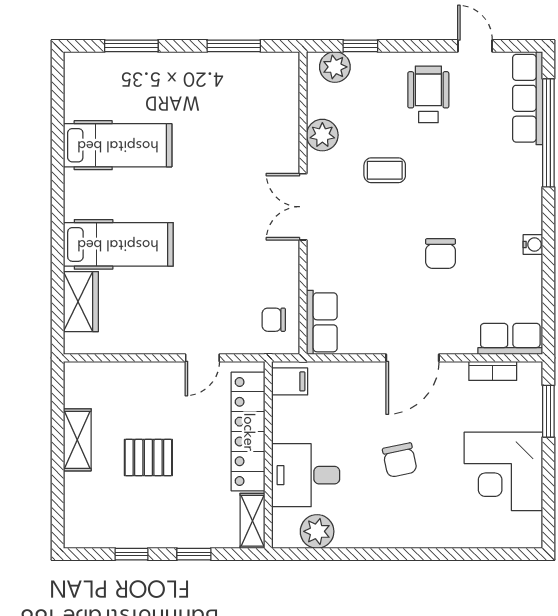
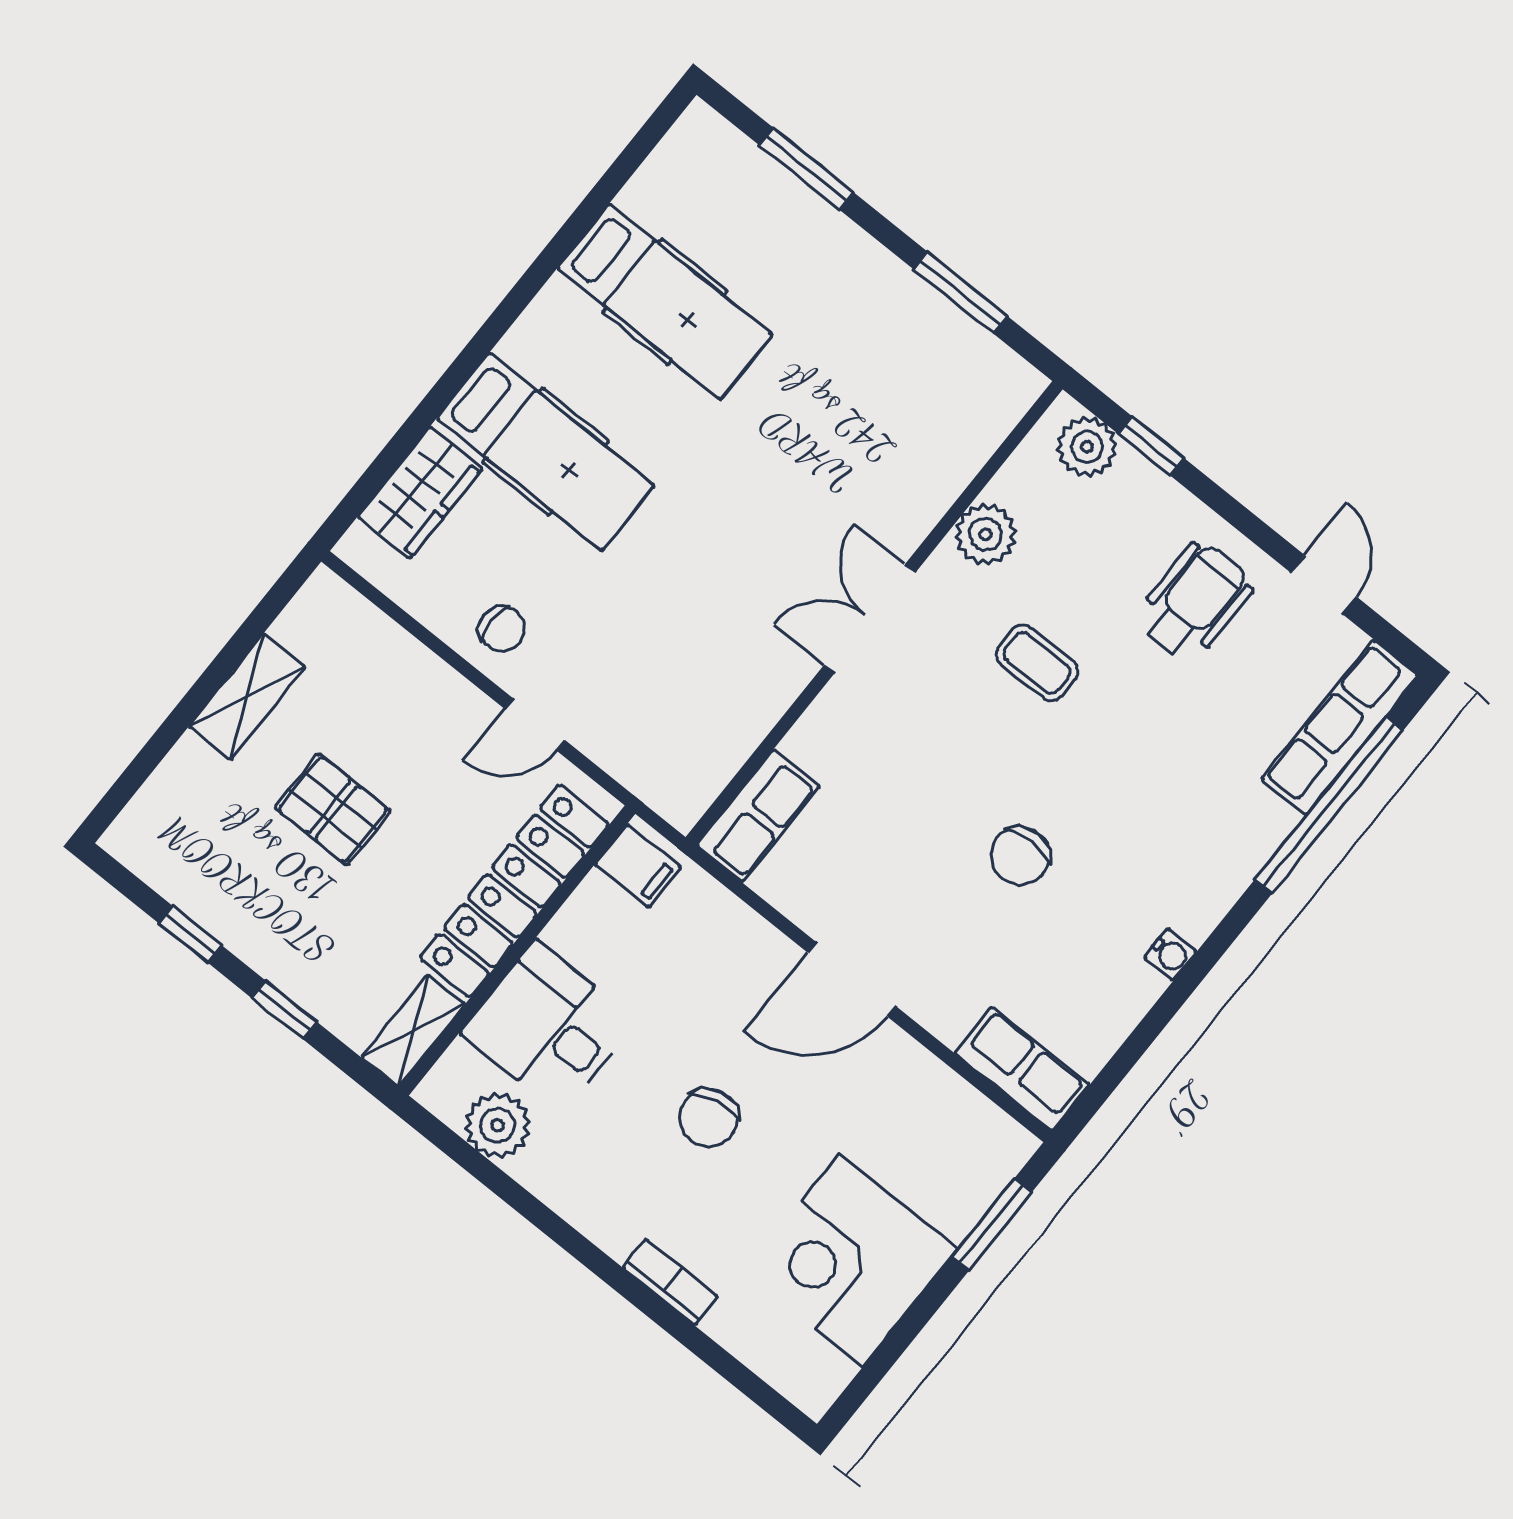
chair: (274, 320) -> (502, 629), moved, turned 180
bookcase: (493, 371) -> (670, 1282), moved, turned 180

